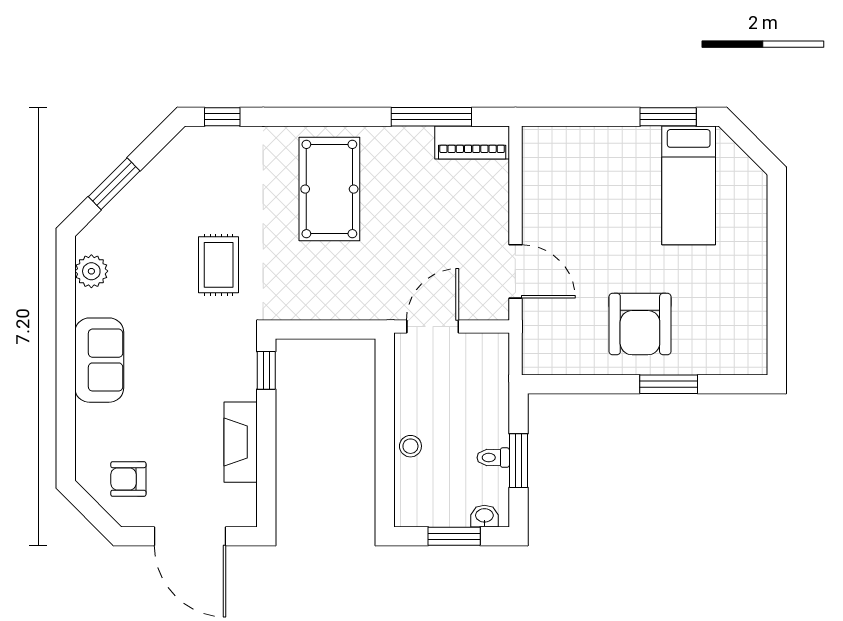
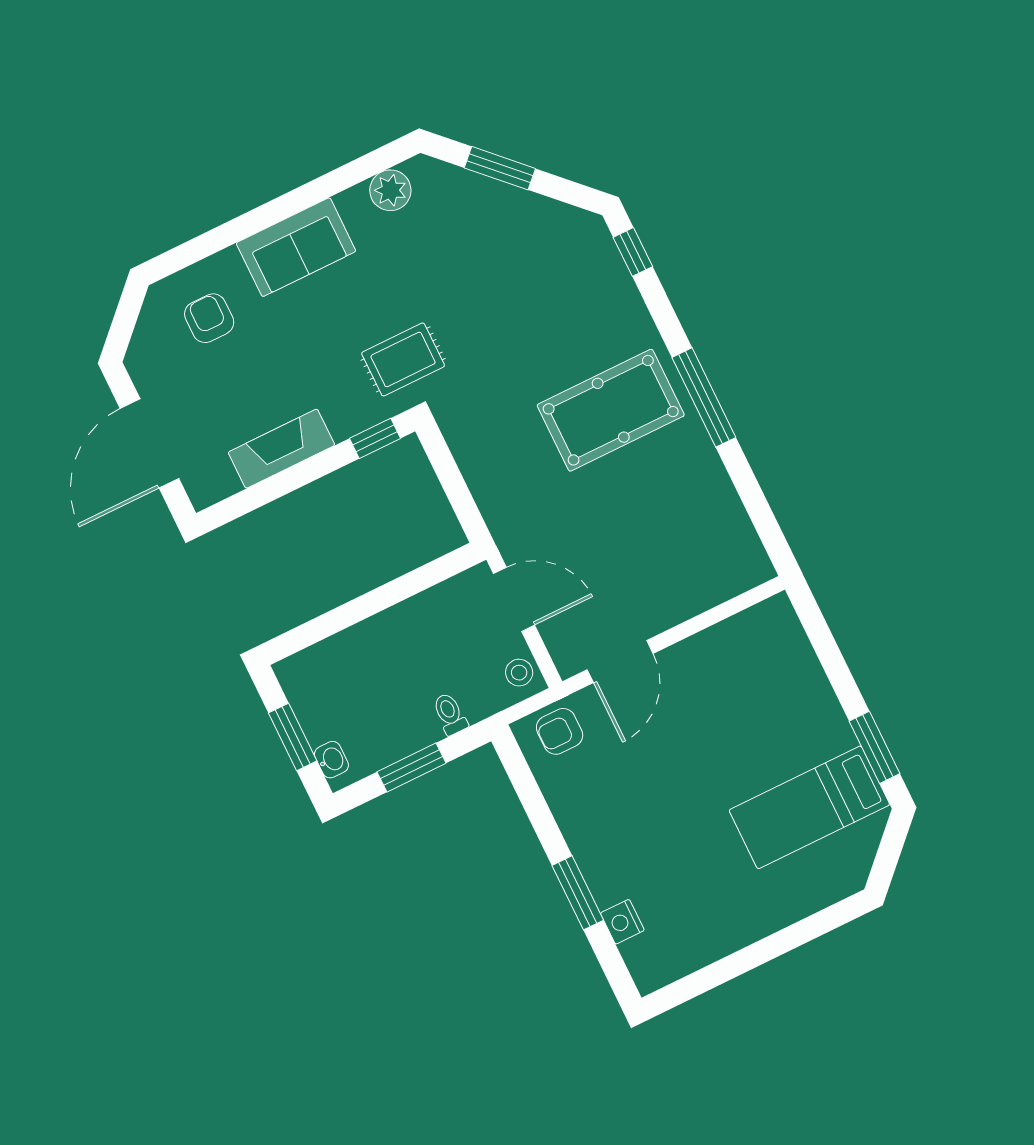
window: (431, 117) -> (704, 397), moved
piano: (472, 143) -> (740, 544), removed
rug: (219, 265) -> (403, 359), moved
armchair: (640, 324) -> (560, 731), moved, width x0.53, depth x0.53
nightstand: (705, 362) -> (622, 922), added
stool: (410, 446) -> (519, 673), moved
toilet: (493, 458) -> (450, 714), moved
armchair: (128, 479) -> (209, 318), moved

